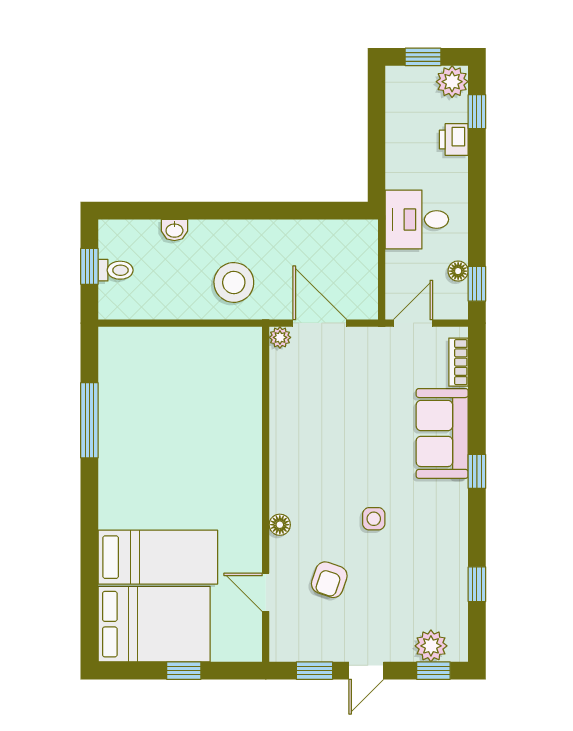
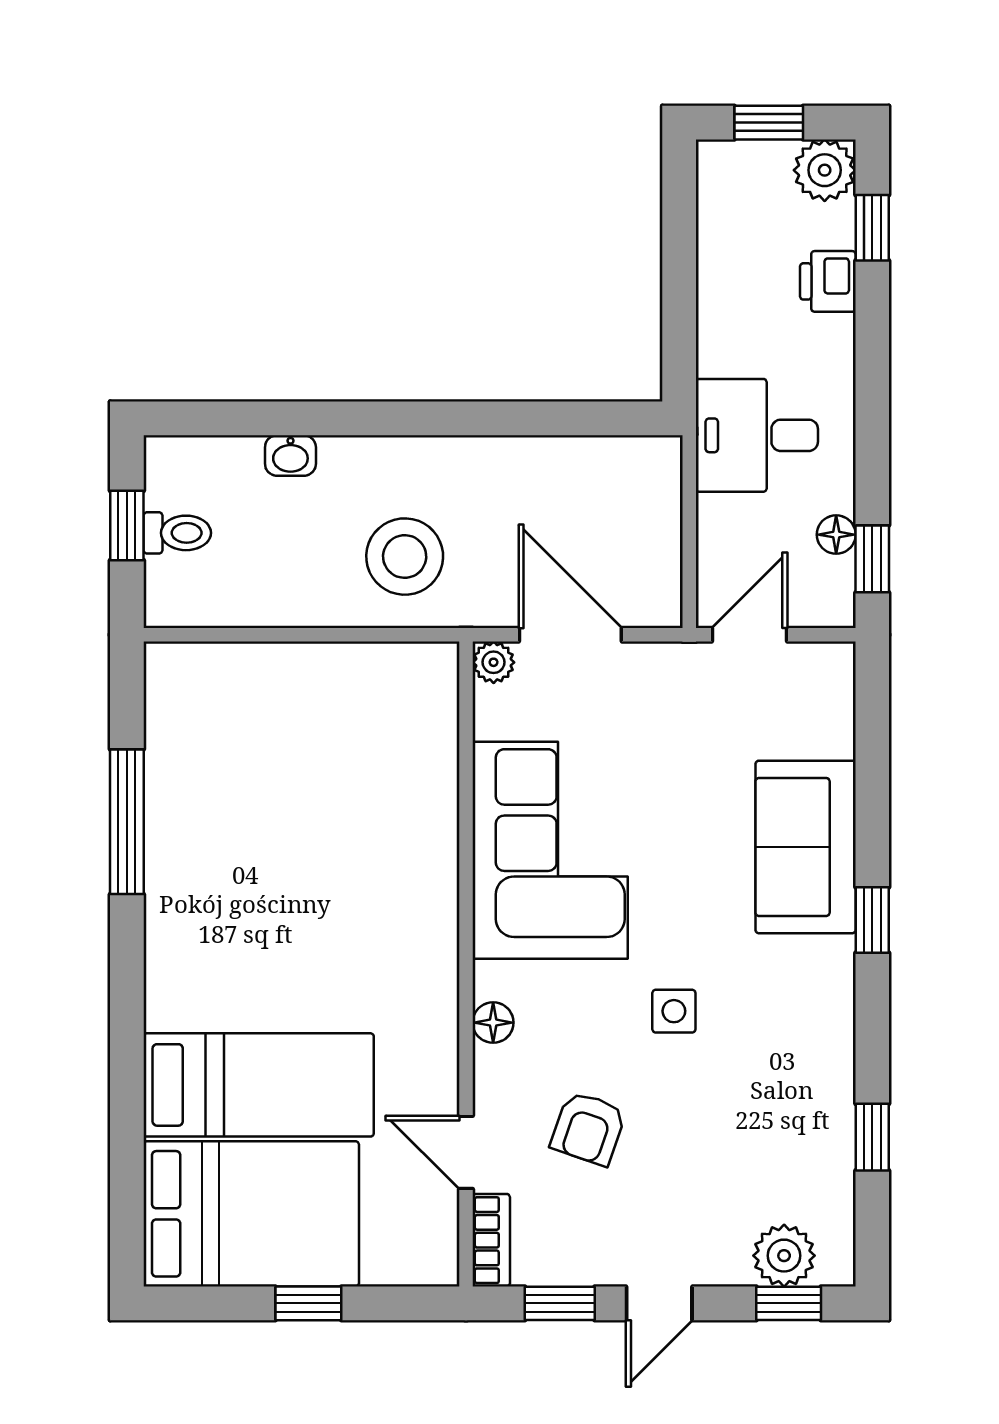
bookcase: (459, 362) -> (491, 1240), moved, turned 180
corner sofa: (309, 435) -> (550, 850), added

